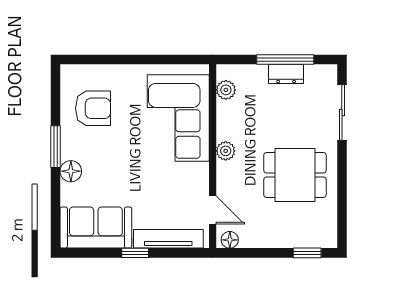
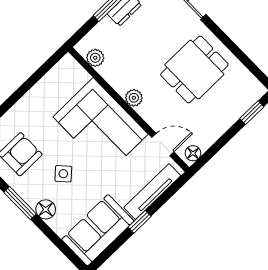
corner sofa: (178, 118) -> (101, 125), moved
side table: (112, 157) -> (63, 174), added

